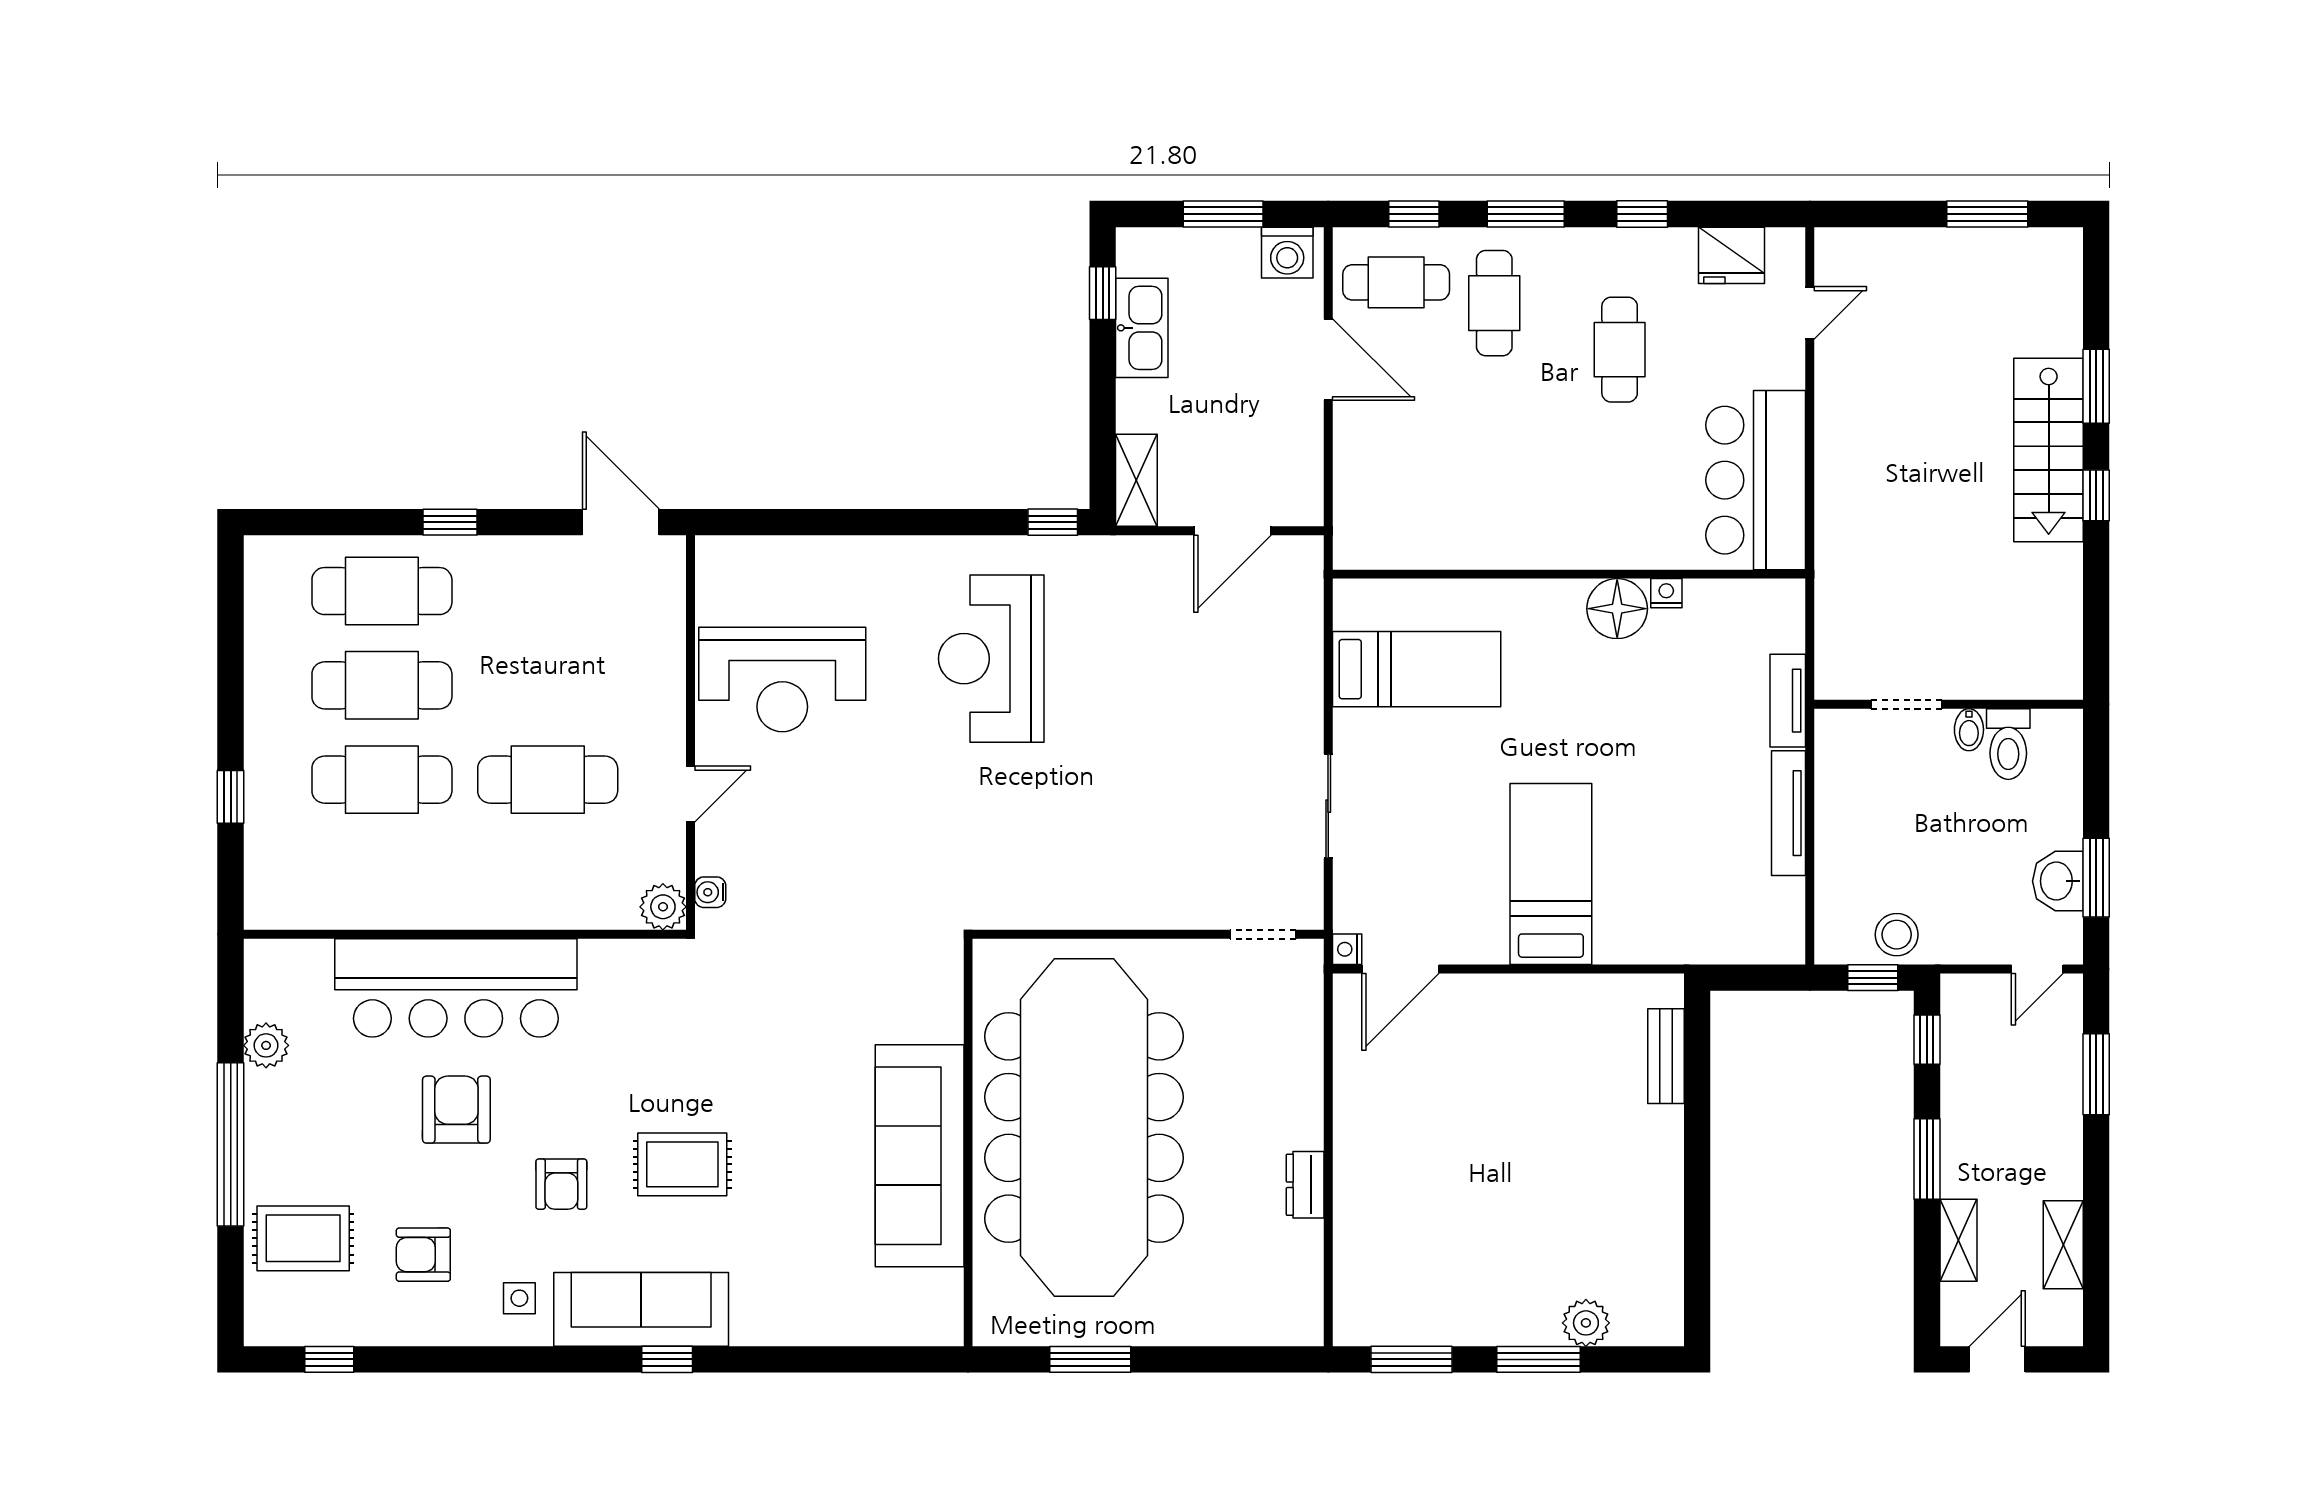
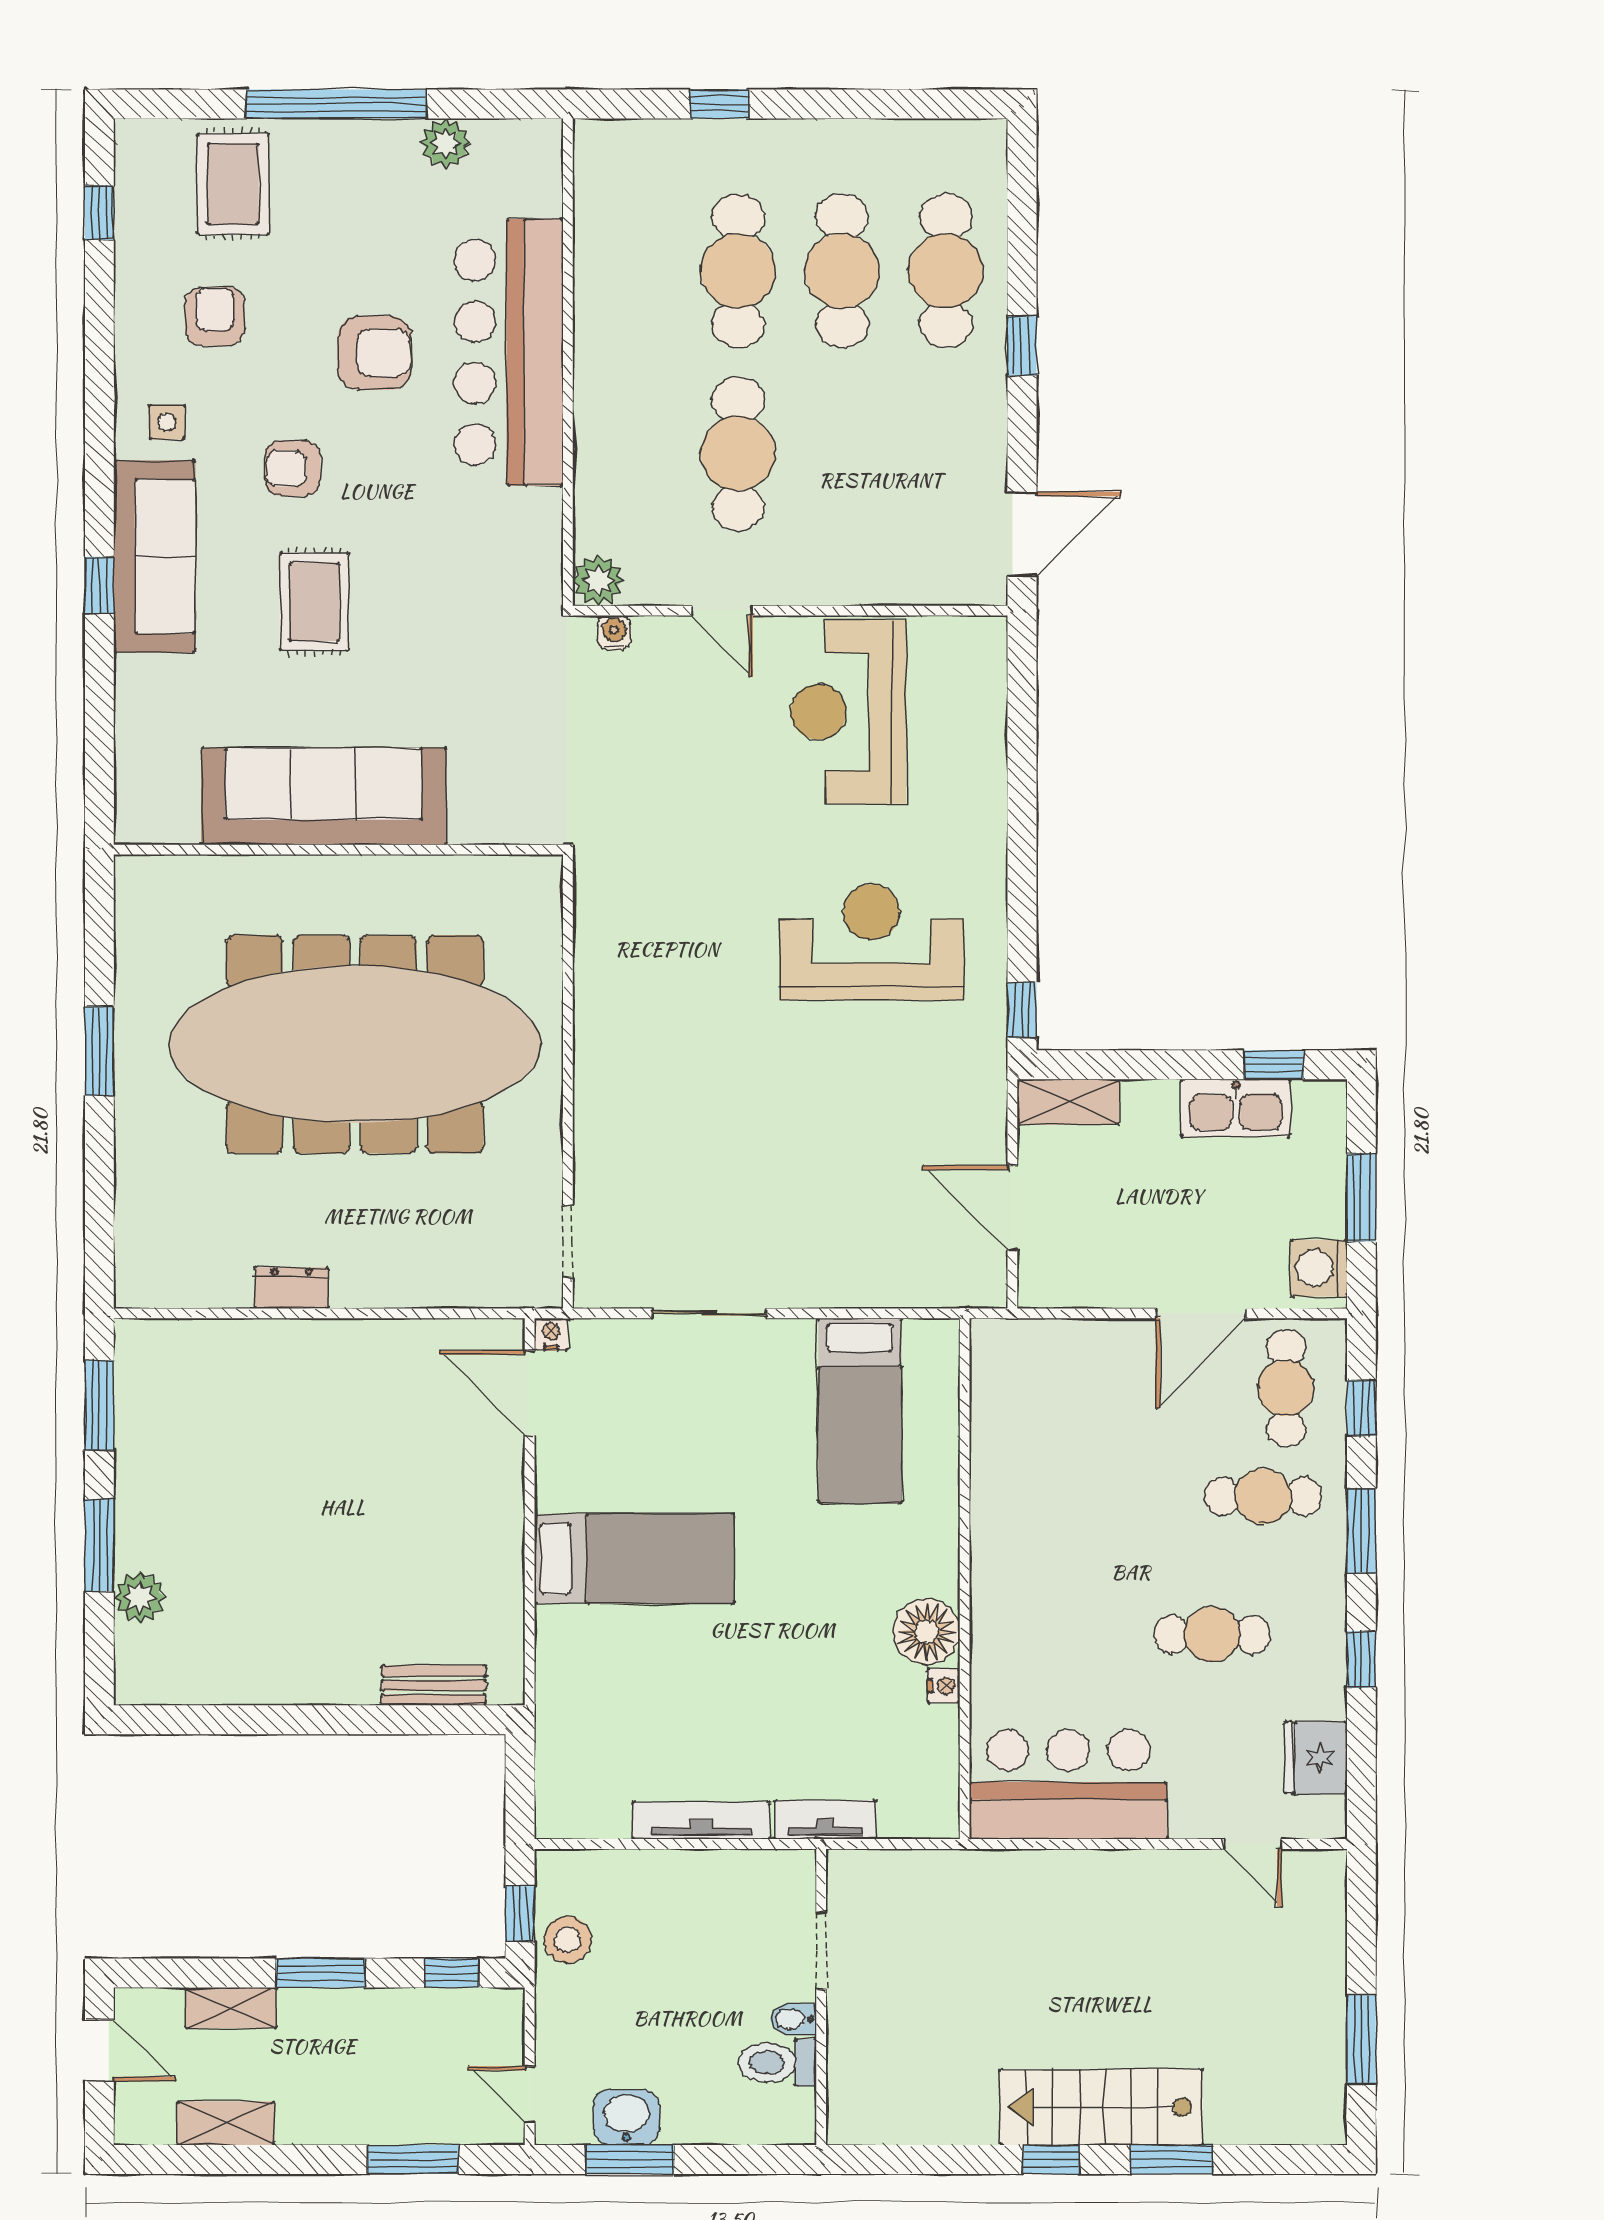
wall: (968, 1143) -> (338, 850), moved
sofa: (920, 1156) -> (324, 796), moved

